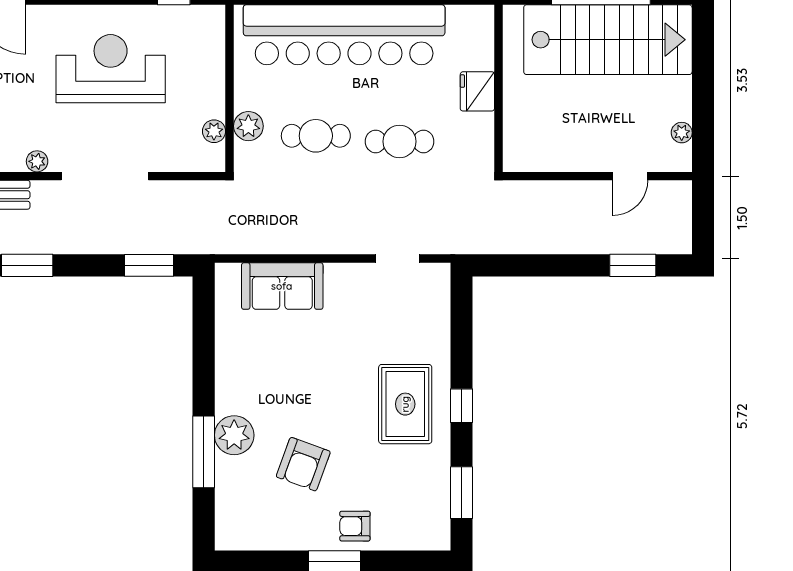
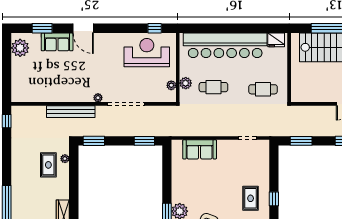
reception desk: (111, 69) -> (147, 53), moved
fridge: (477, 91) -> (276, 40), moved, turned -90
cafe table: (400, 141) -> (263, 89), moved
window: (528, 265) -> (301, 141), added
rug: (405, 404) -> (251, 198), width x0.73, depth x0.70

